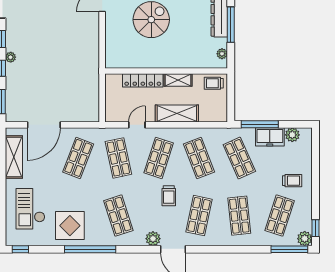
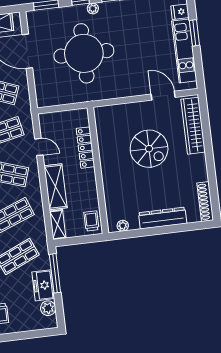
window: (231, 25) -> (154, 231), removed
round table: (52, 71) -> (84, 53), added
shelving: (178, 80) -> (58, 225), moved

